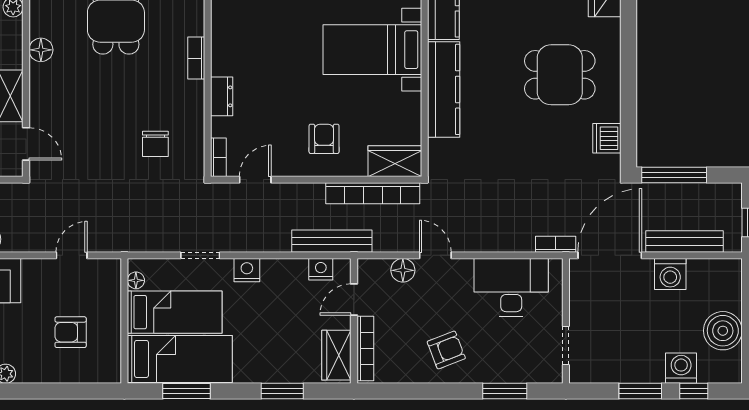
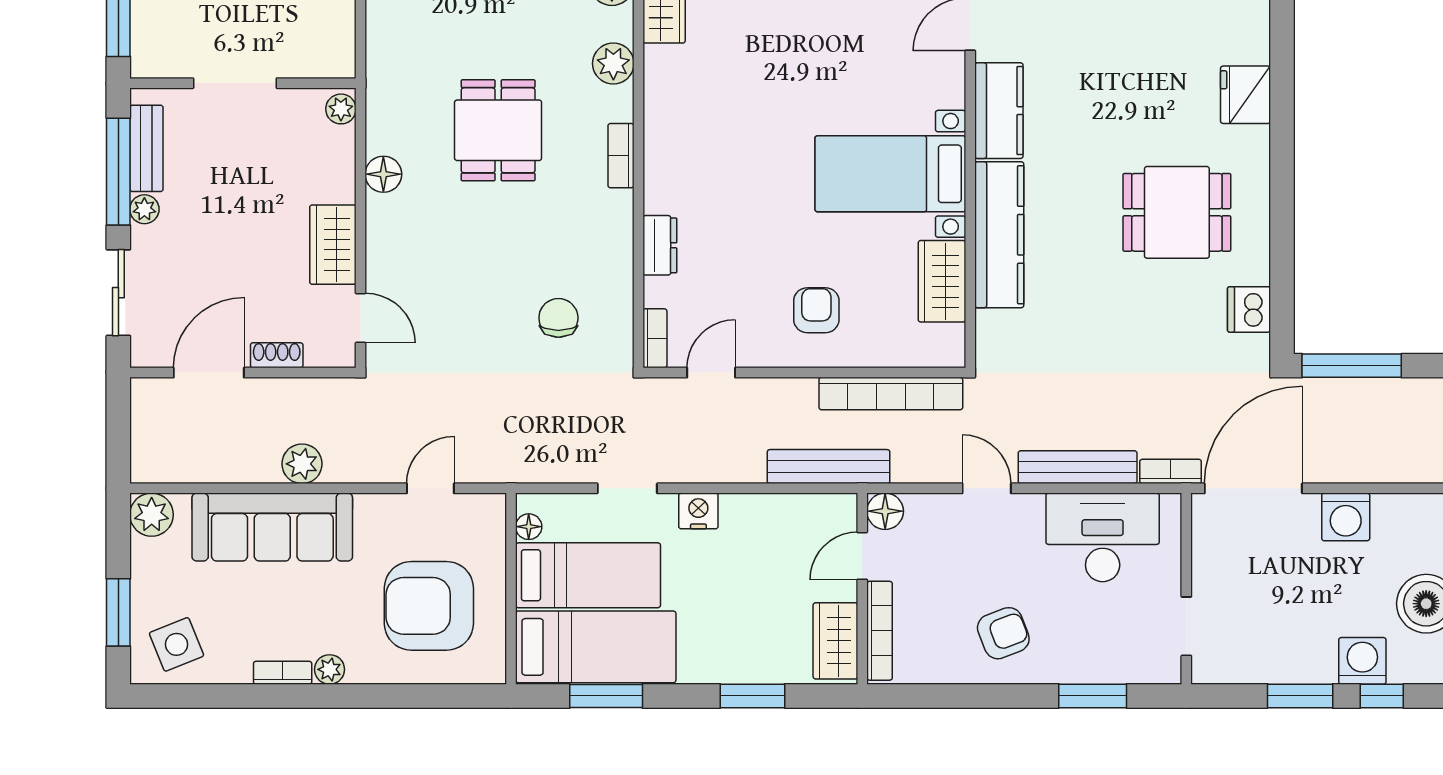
bookcase: (196, 58) -> (621, 156), moved
chair: (155, 144) -> (558, 318), turned 180
wardrobe: (395, 161) -> (942, 281), moved, turned -90
bench: (685, 241) -> (1078, 467), moved
nightstand: (321, 269) -> (811, 510), removed
floor lamp: (403, 270) -> (885, 511), moved
armchair: (71, 332) -> (429, 606), width x1.88, depth x1.88

